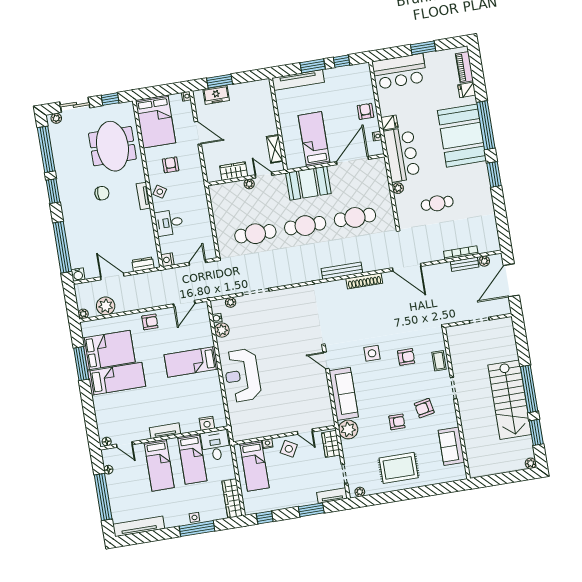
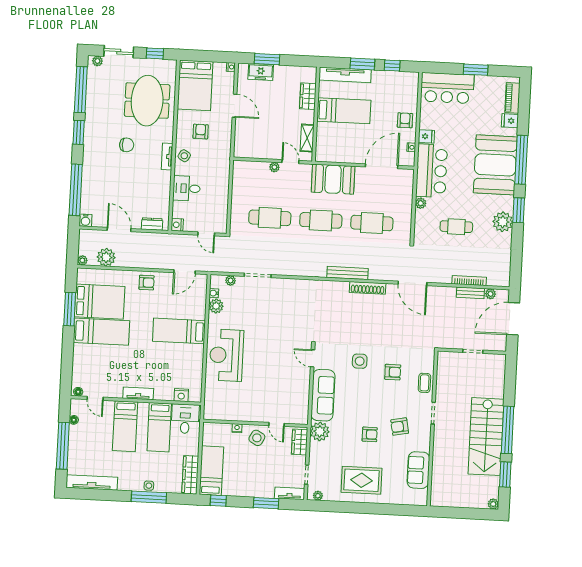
bed: (314, 139) -> (344, 111), moved, turned 90
wardrobe: (234, 171) -> (308, 96), moved, turned -90
plant: (481, 189) -> (503, 222), added
door: (197, 263) -> (206, 234), swing flipped
bed: (254, 466) -> (211, 471), moved, turned 180

